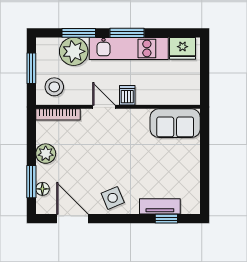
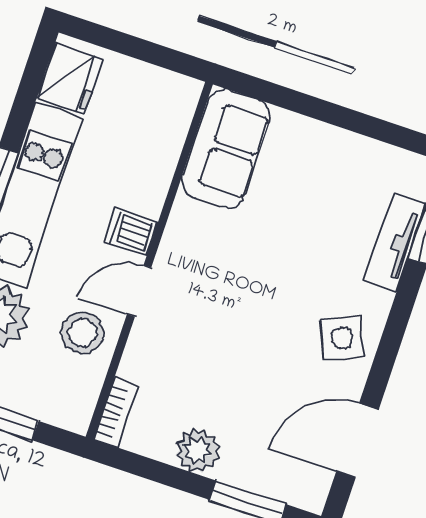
stool: (54, 87) -> (83, 333), moved
bookcase: (58, 114) -> (116, 413), width x0.64
floor lamp: (42, 189) -> (272, 483), removed

